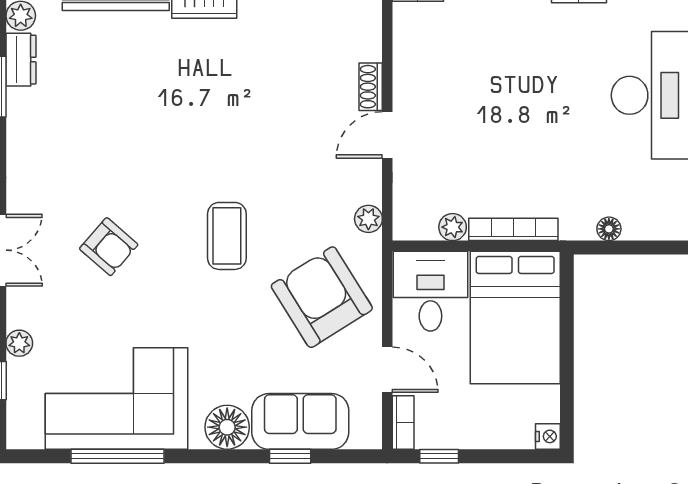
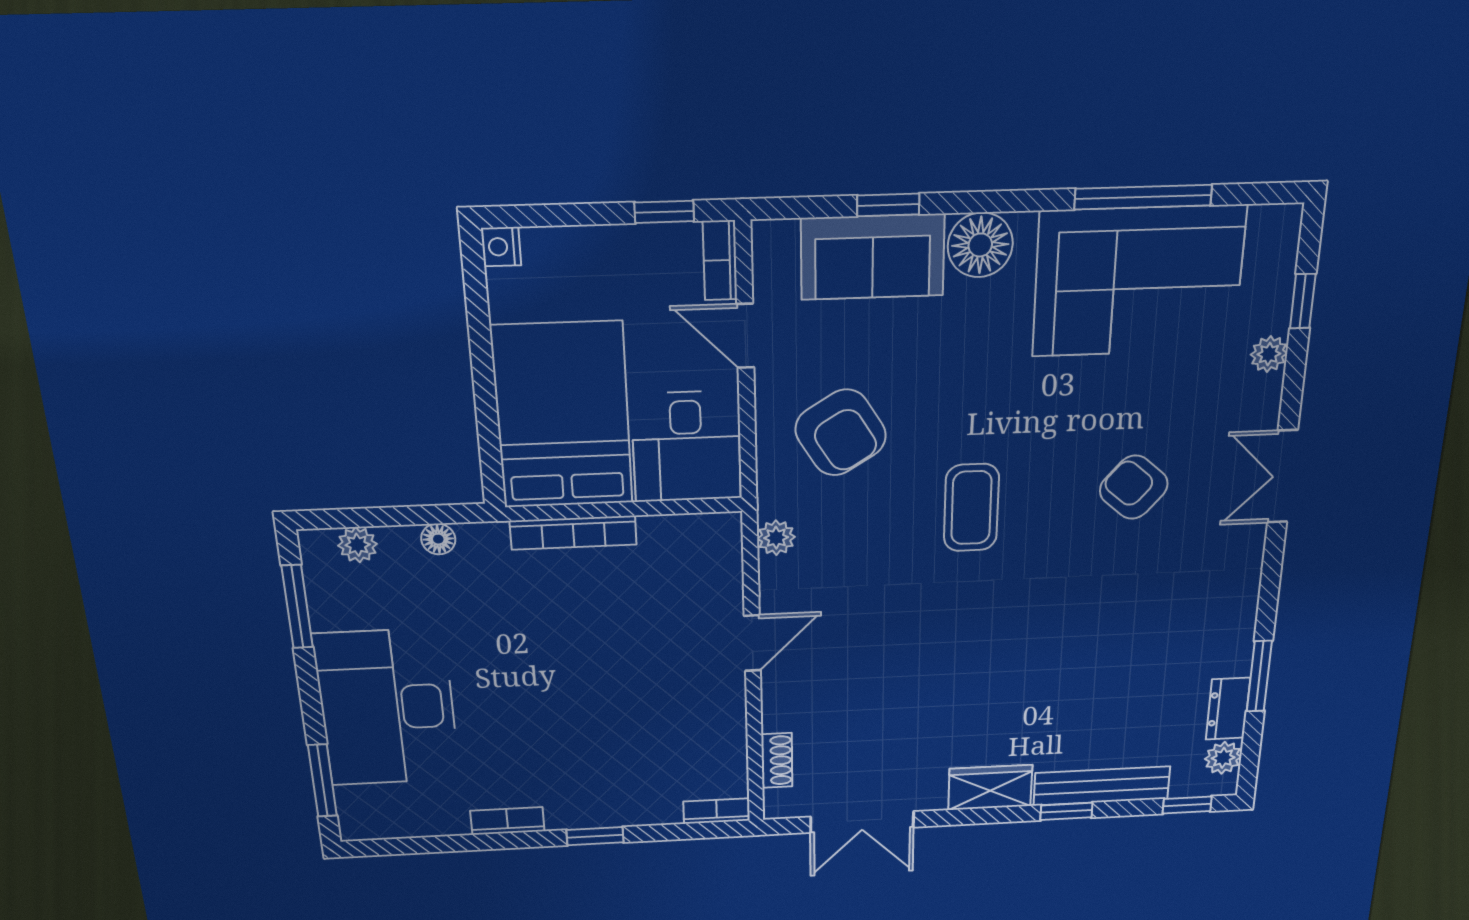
shoe rack: (371, 87) -> (777, 760), moved
plant: (453, 227) -> (358, 545), moved
armchair: (322, 297) -> (841, 433), width x0.73, depth x0.73

